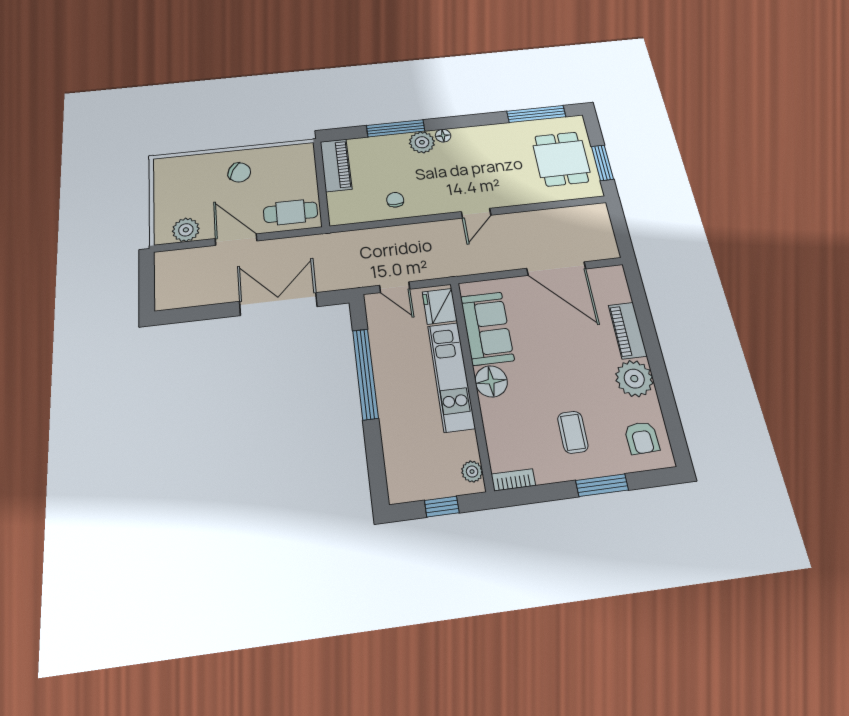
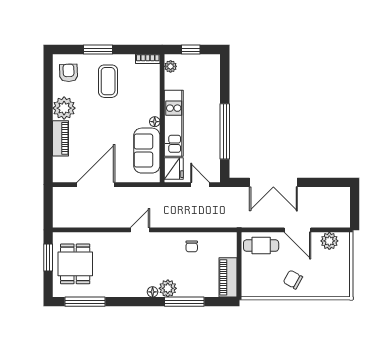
door: (556, 269) -> (96, 185), hinge flipped
floor lamp: (491, 381) -> (155, 122), width x0.53, depth x0.53
coffee table: (573, 432) -> (108, 81), width x1.36, depth x1.30

